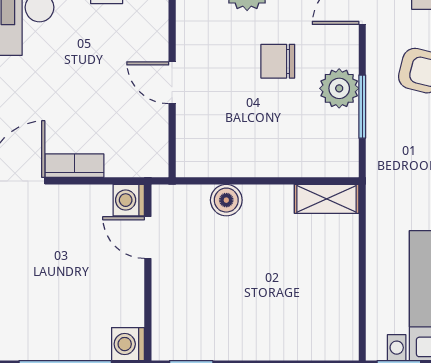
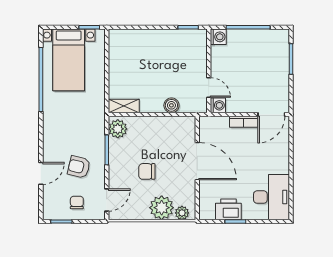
chair: (278, 61) -> (147, 171), turned 180
door: (172, 83) -> (197, 161), width x1.88
plant: (339, 88) -> (118, 129), moved

